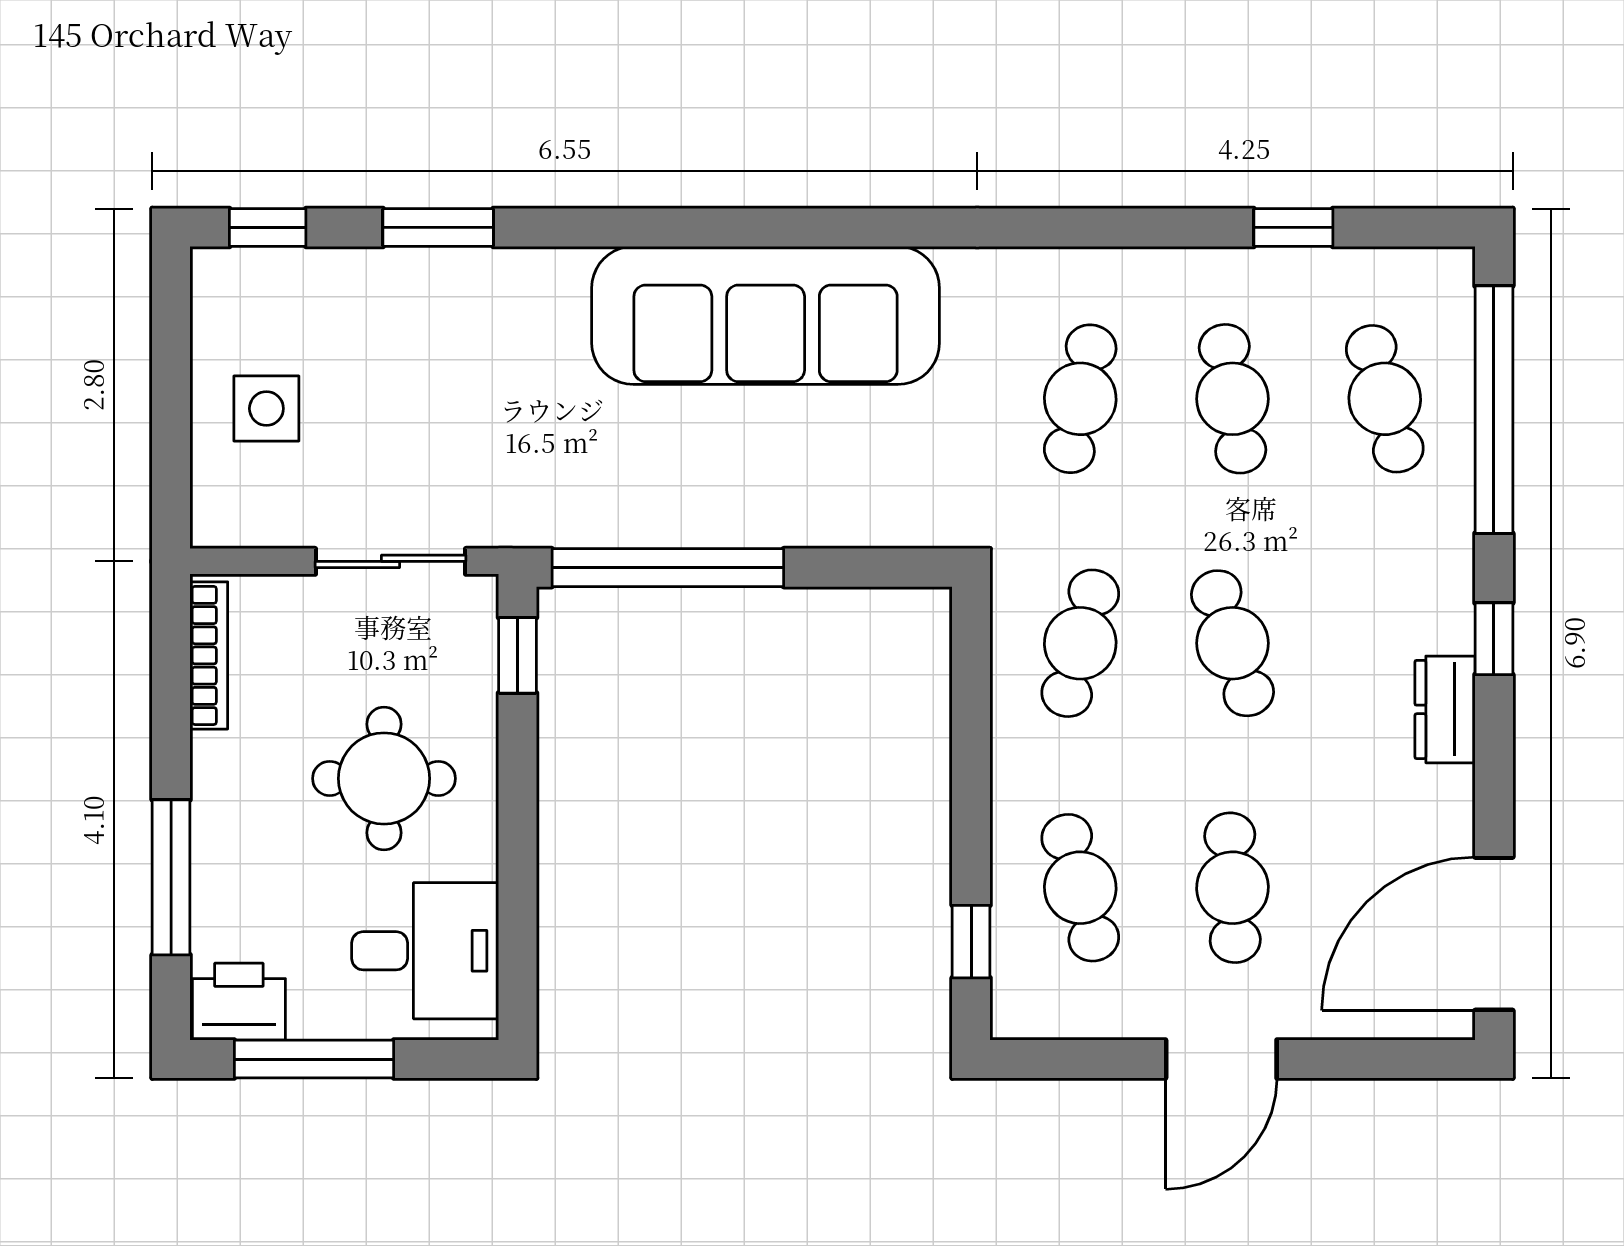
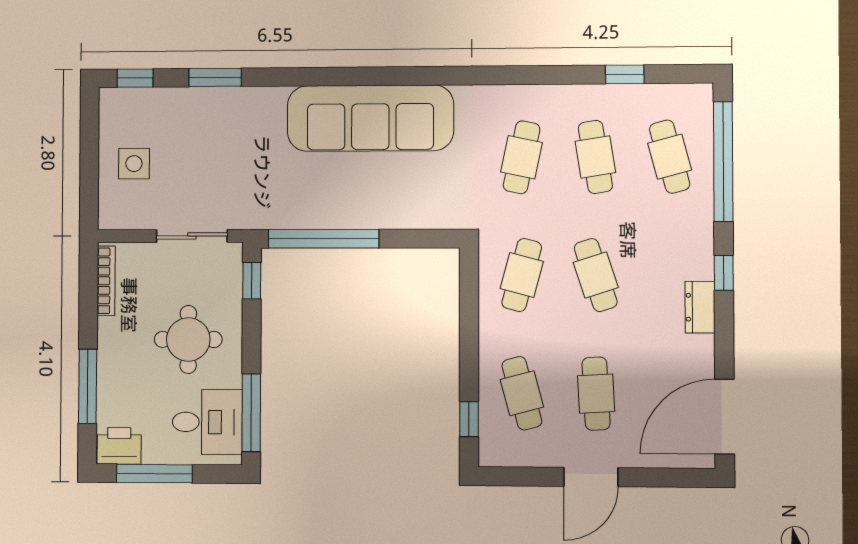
window: (518, 931) -> (251, 413), added

